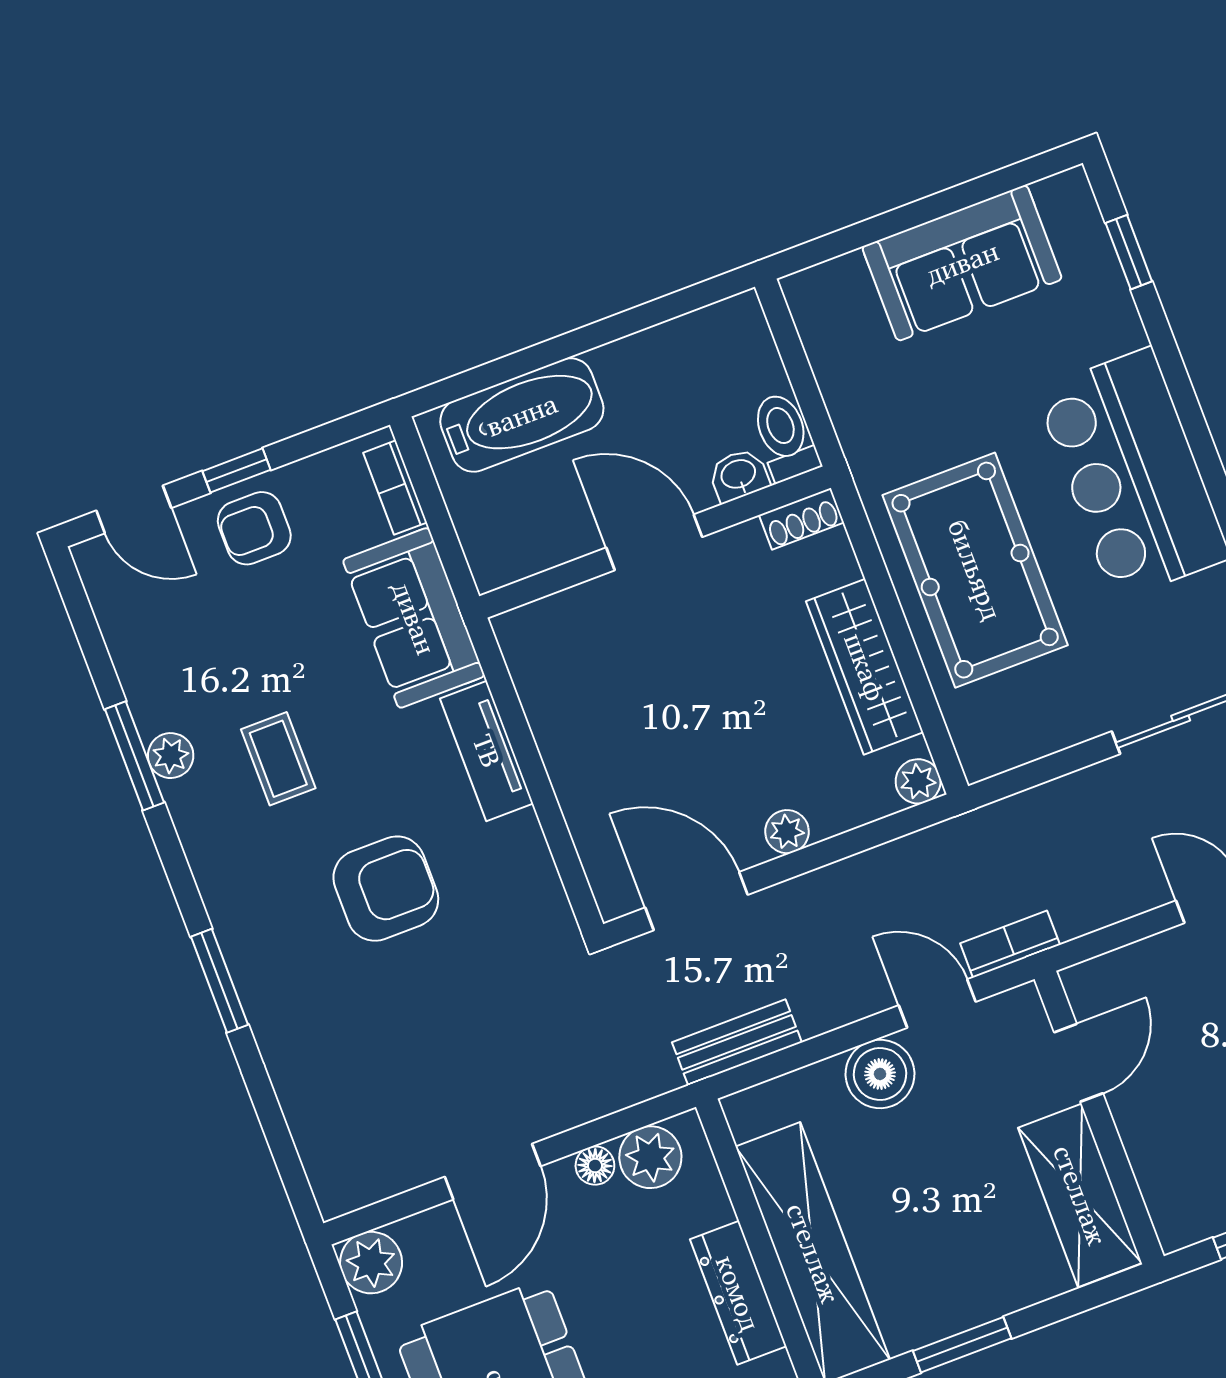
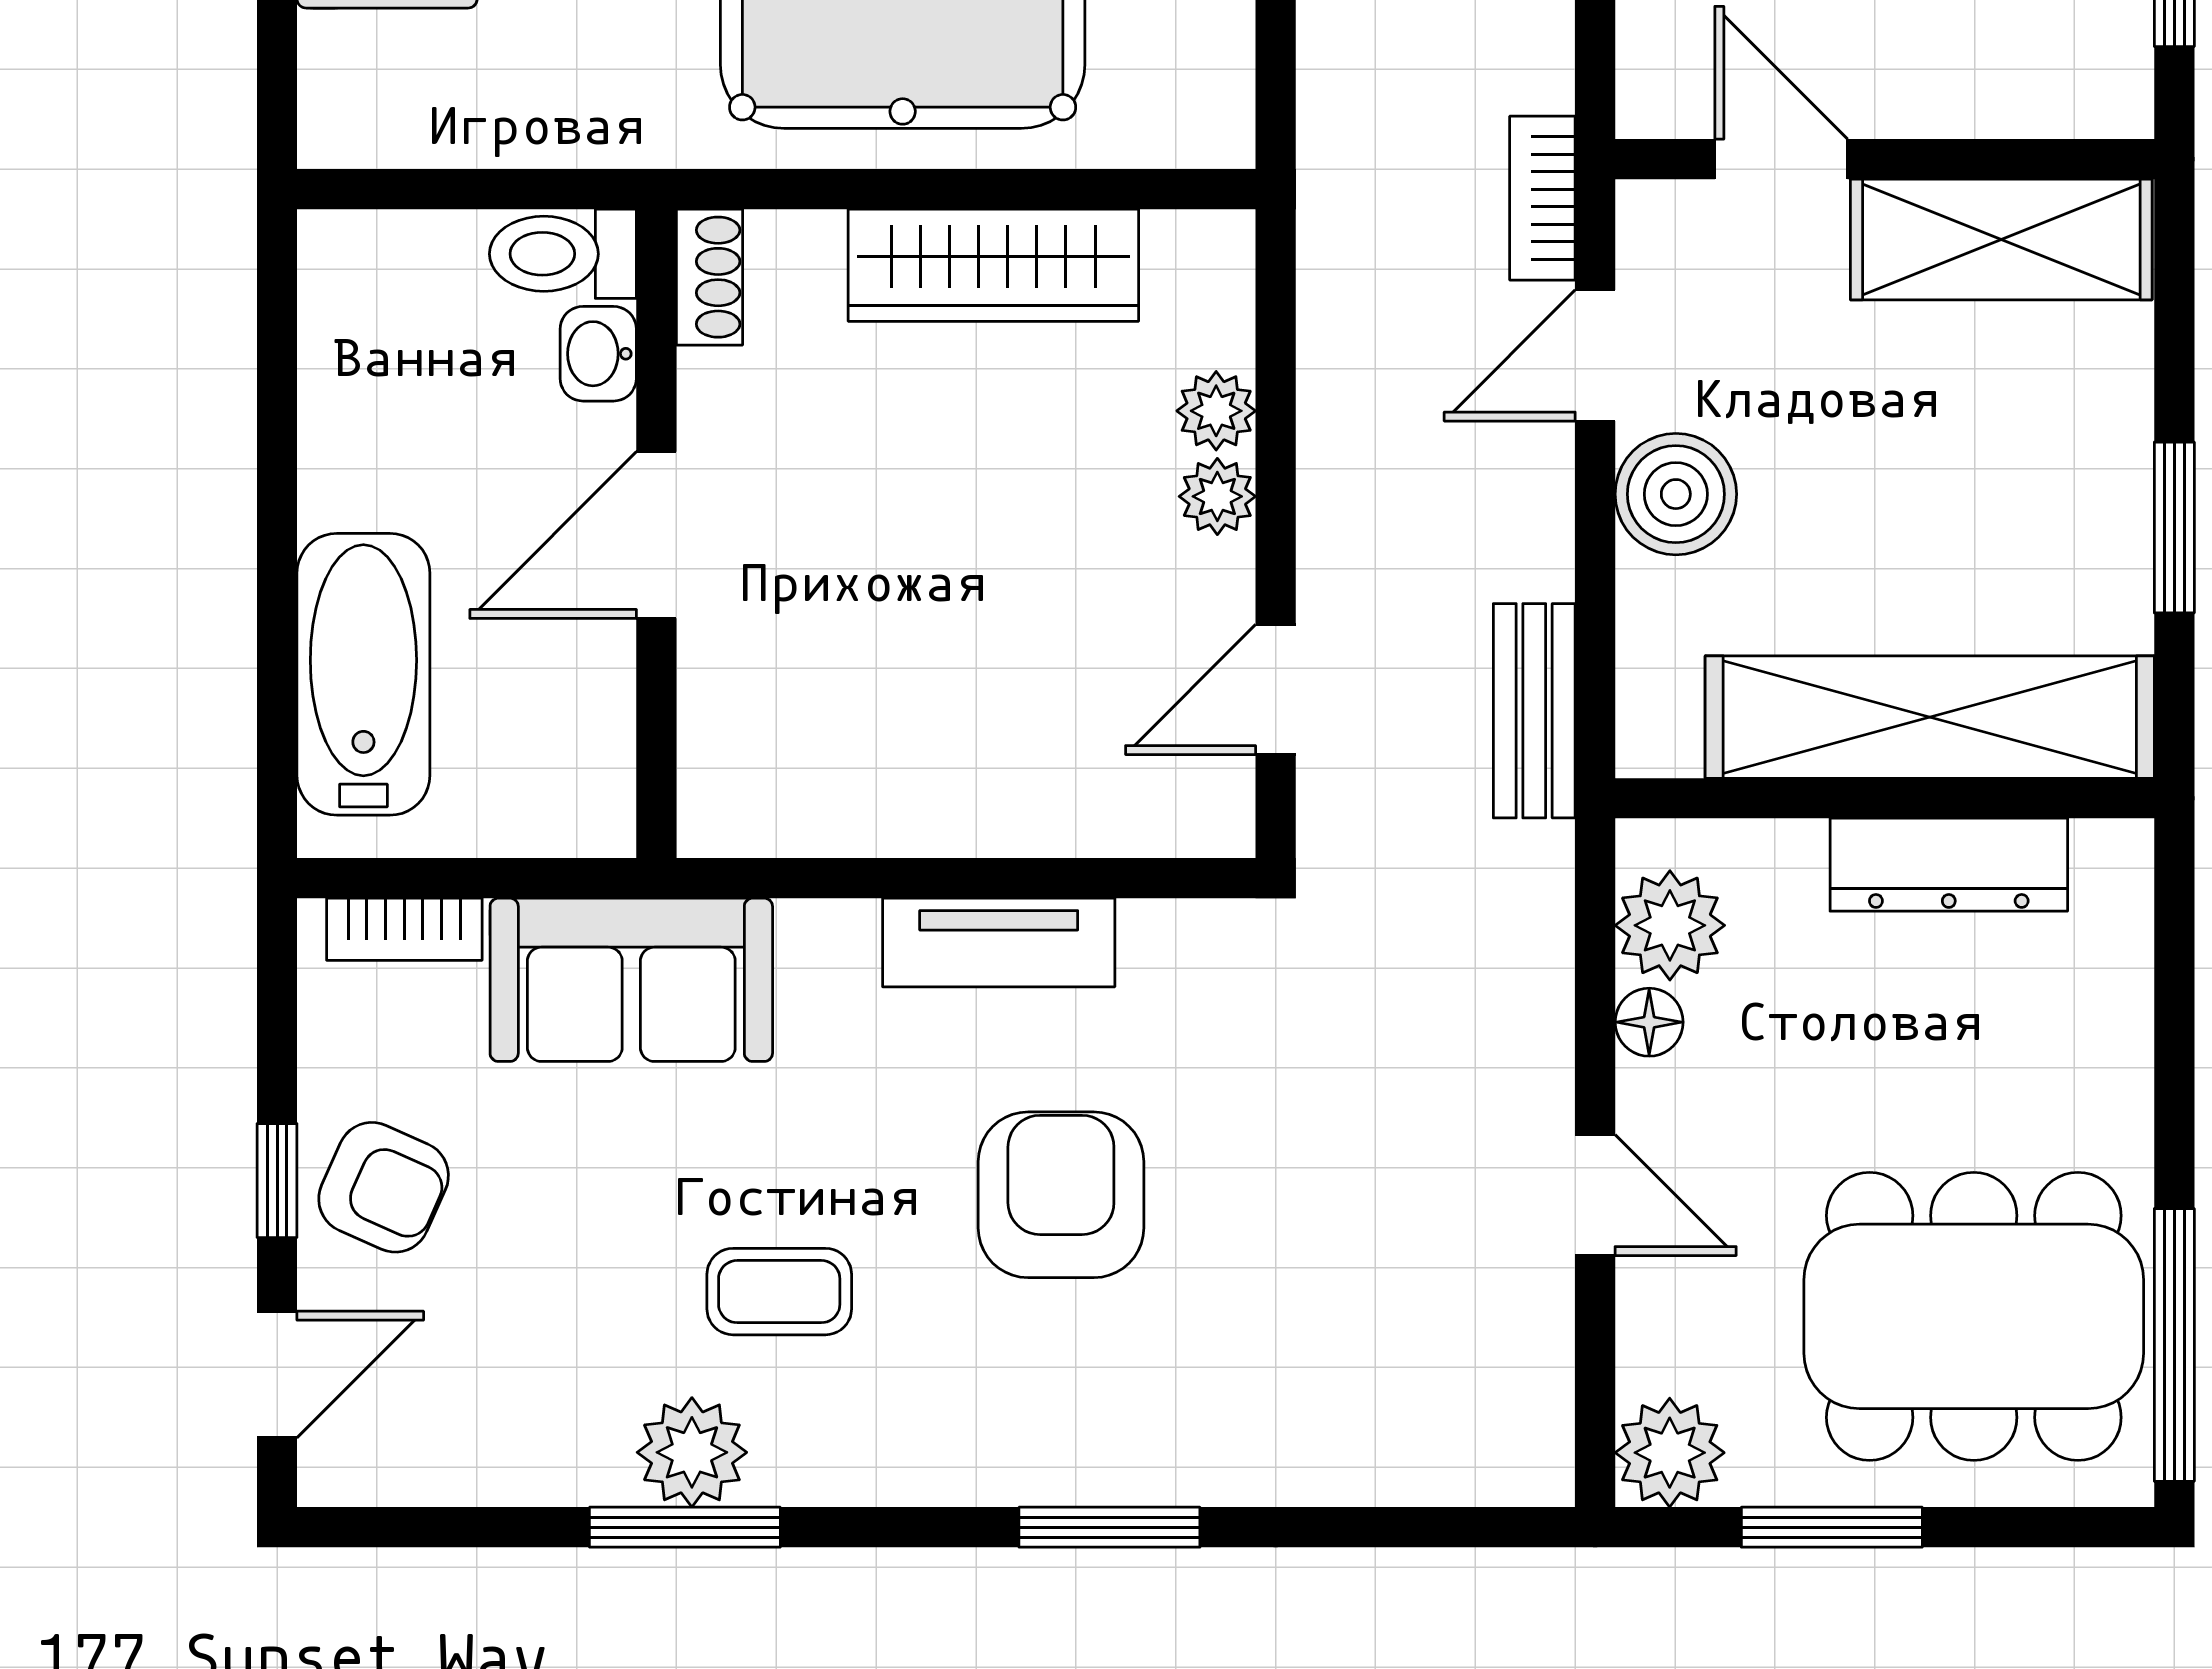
armchair: (254, 528) -> (384, 1187), turned -66
tv unit: (487, 751) -> (999, 942), moved
plant: (171, 756) -> (692, 1452), width x1.38, depth x1.38
plant: (918, 781) -> (1216, 411), moved
door: (696, 901) -> (1276, 690), width x0.73
door: (493, 1172) -> (1595, 1195), width x0.73

